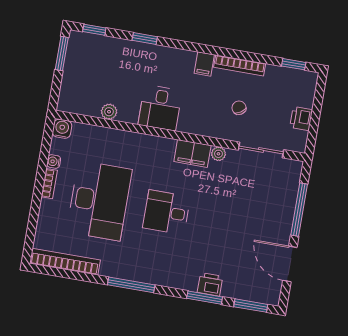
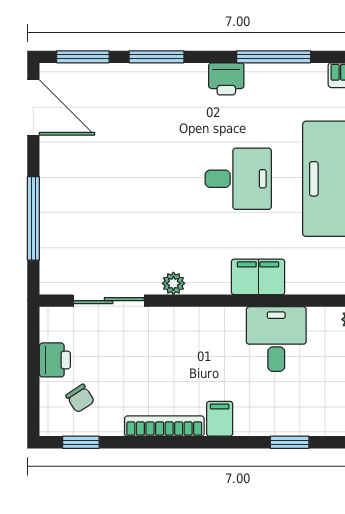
window: (145, 38) -> (290, 442), moved
chair: (239, 108) -> (80, 398), moved
filing cabinet: (192, 153) -> (258, 277), moved
door: (290, 264) -> (33, 107), moved
printer: (210, 284) -> (226, 79), moved

